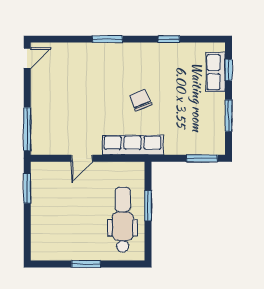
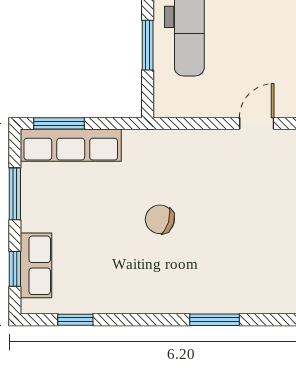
window: (169, 39) -> (75, 320), moved
chair: (141, 100) -> (160, 219), turned 129
row of seats: (133, 145) -> (71, 145), moved

